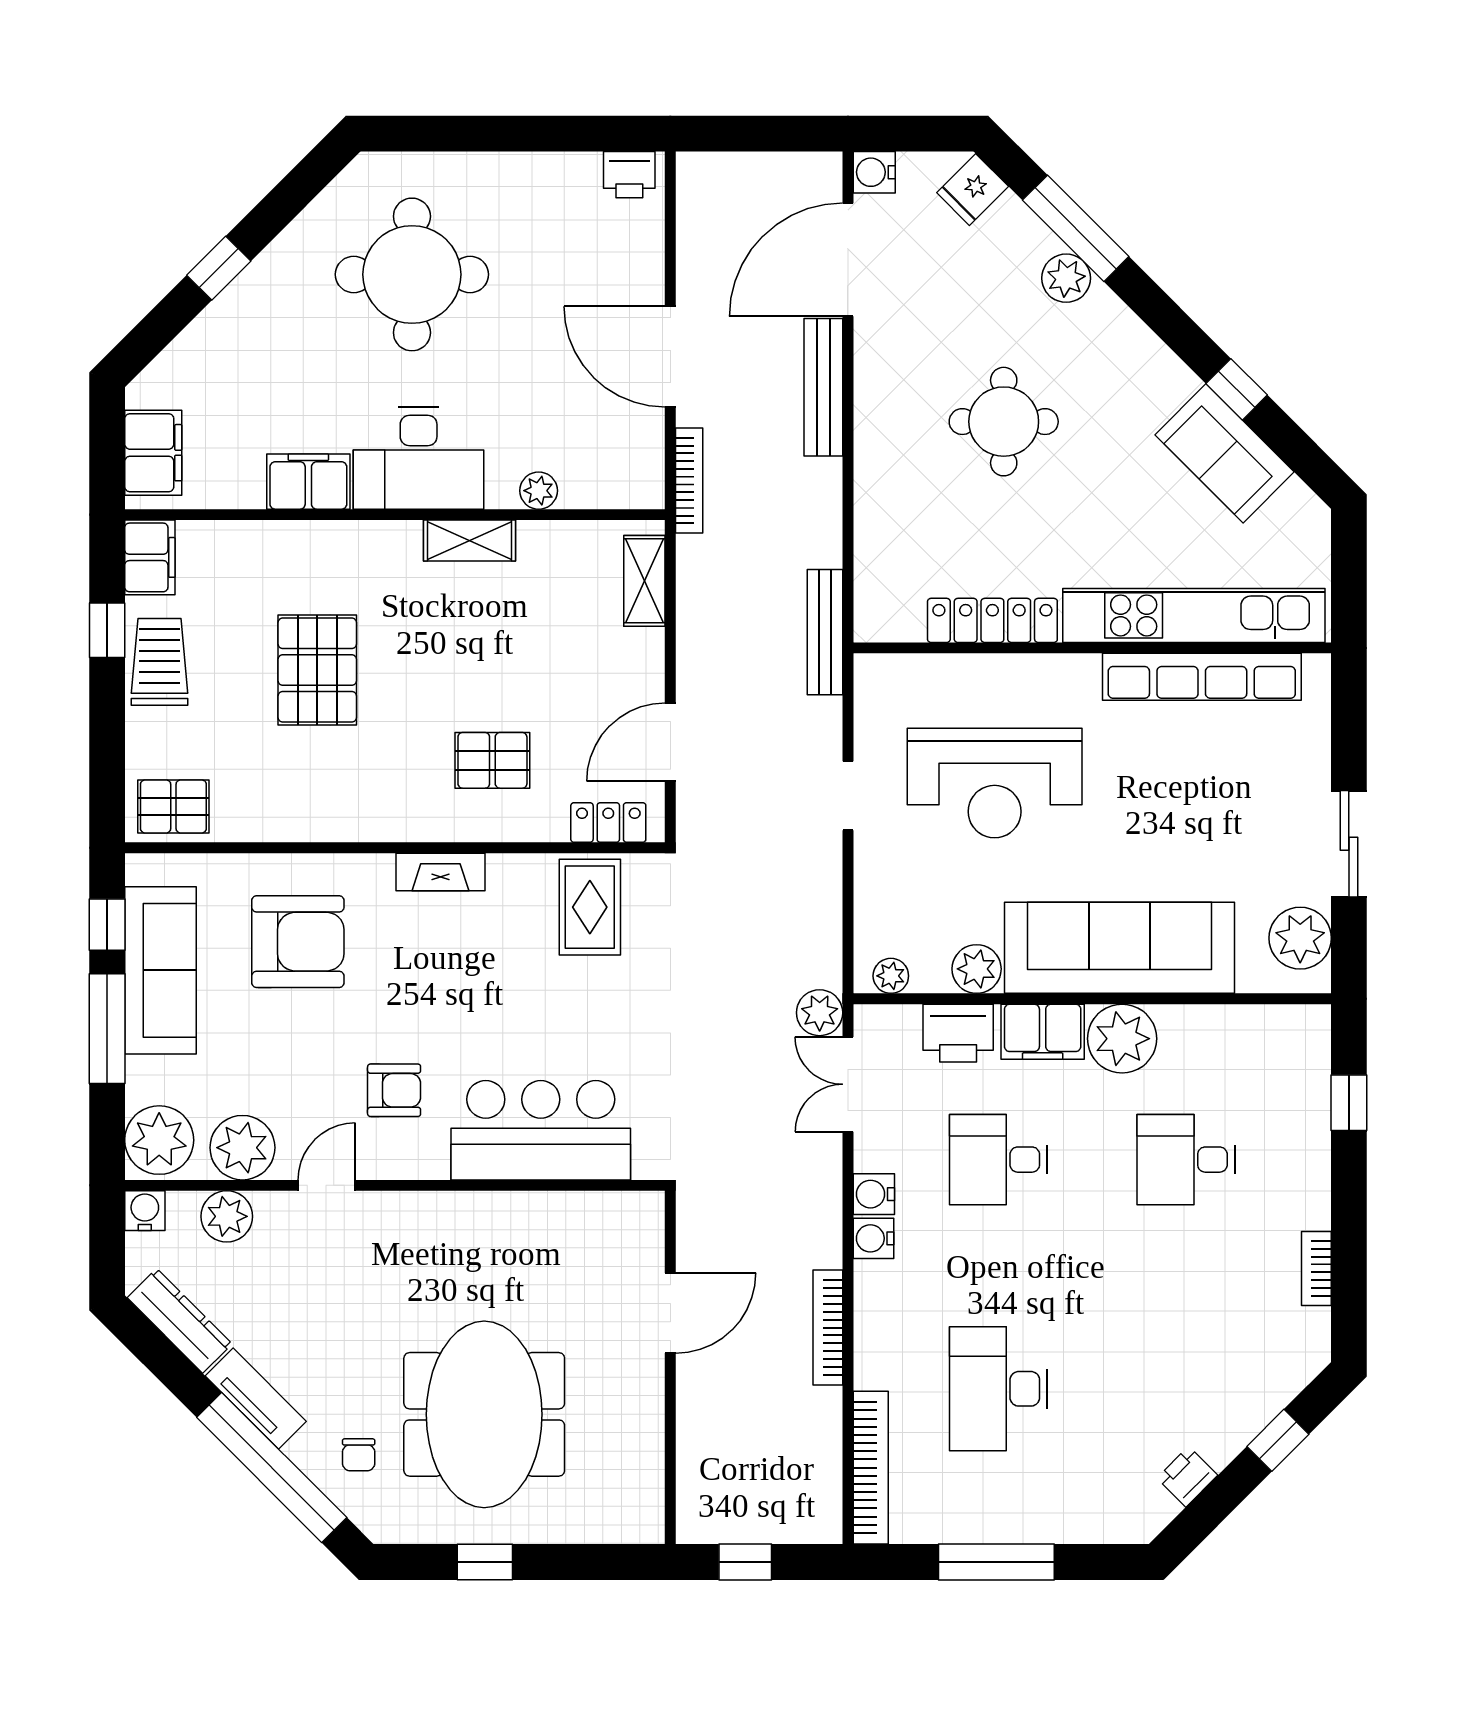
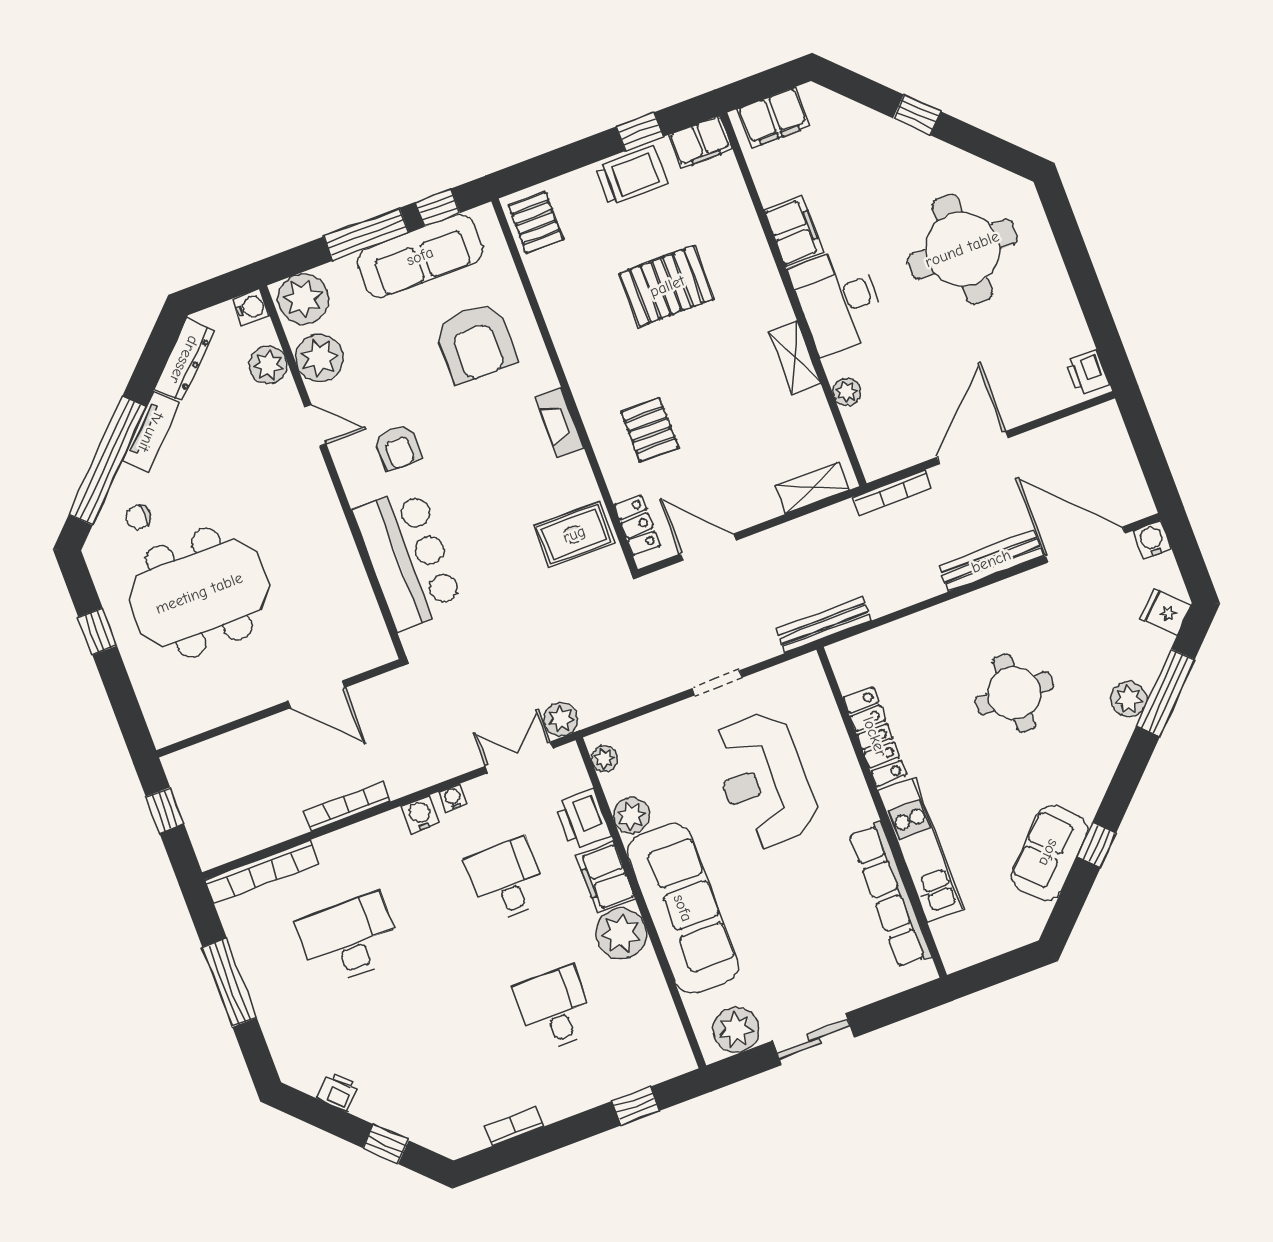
kitchen unit: (1194, 615) -> (921, 850), width x0.73
water cooler: (874, 1194) -> (453, 798), width x0.72, depth x0.72

